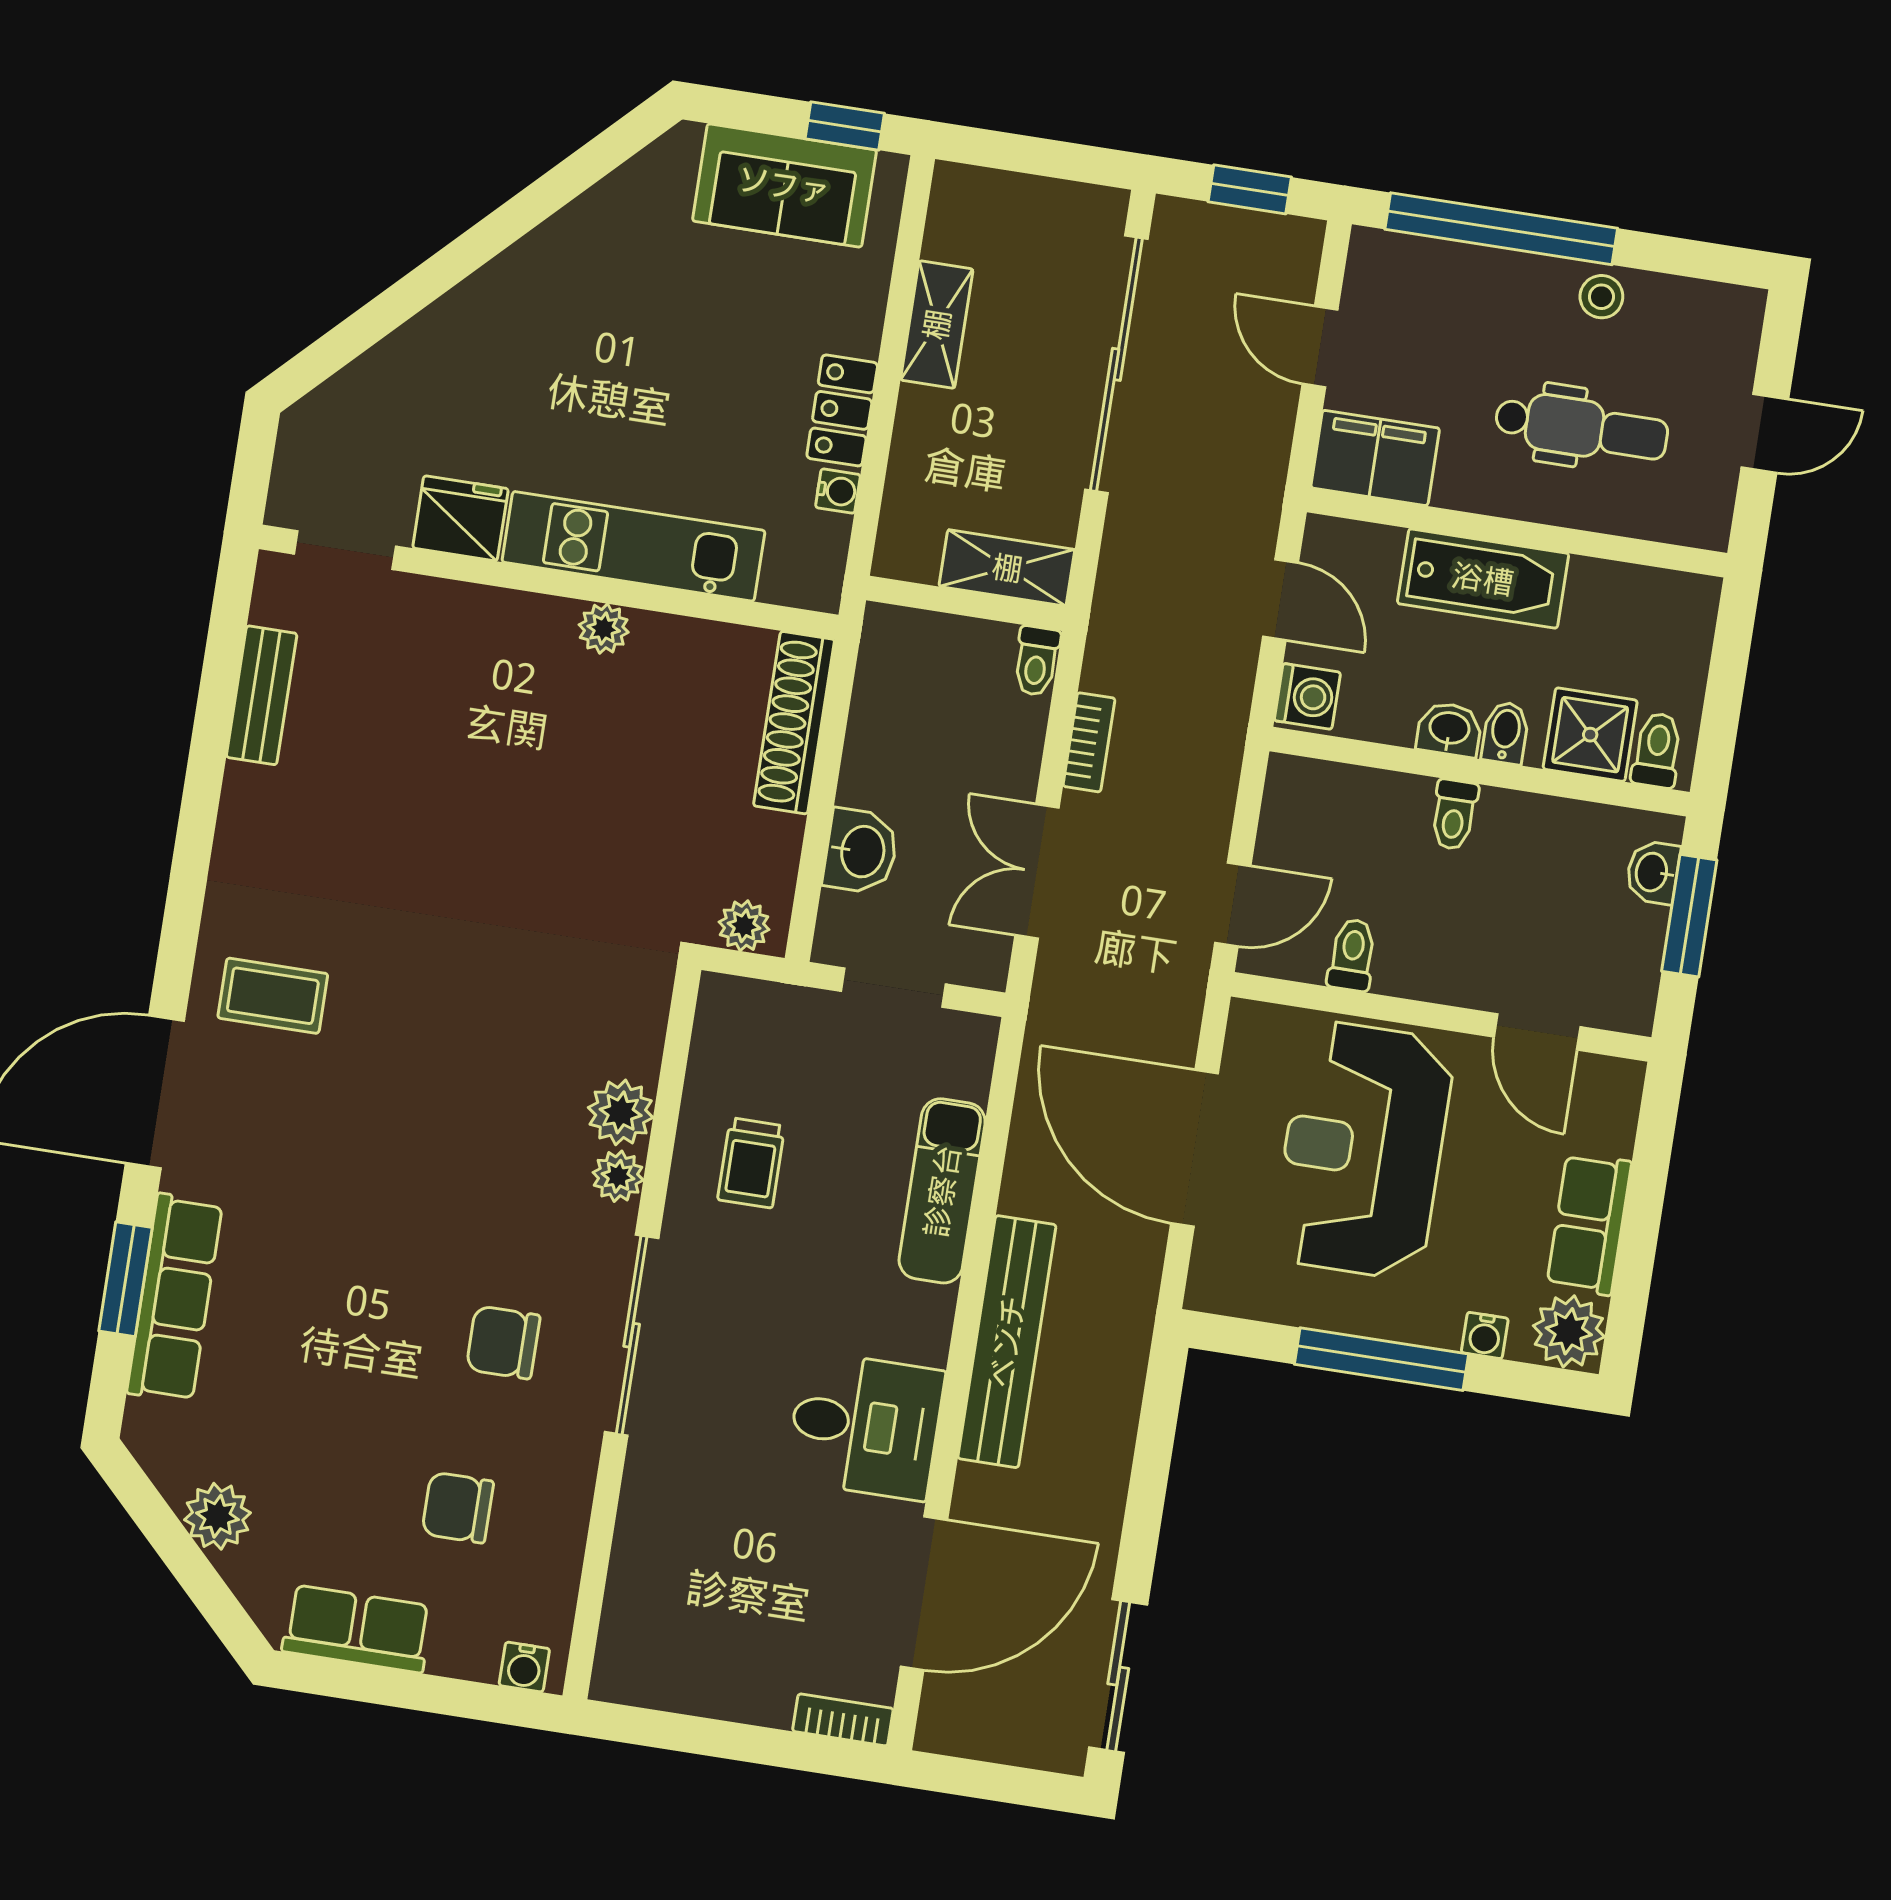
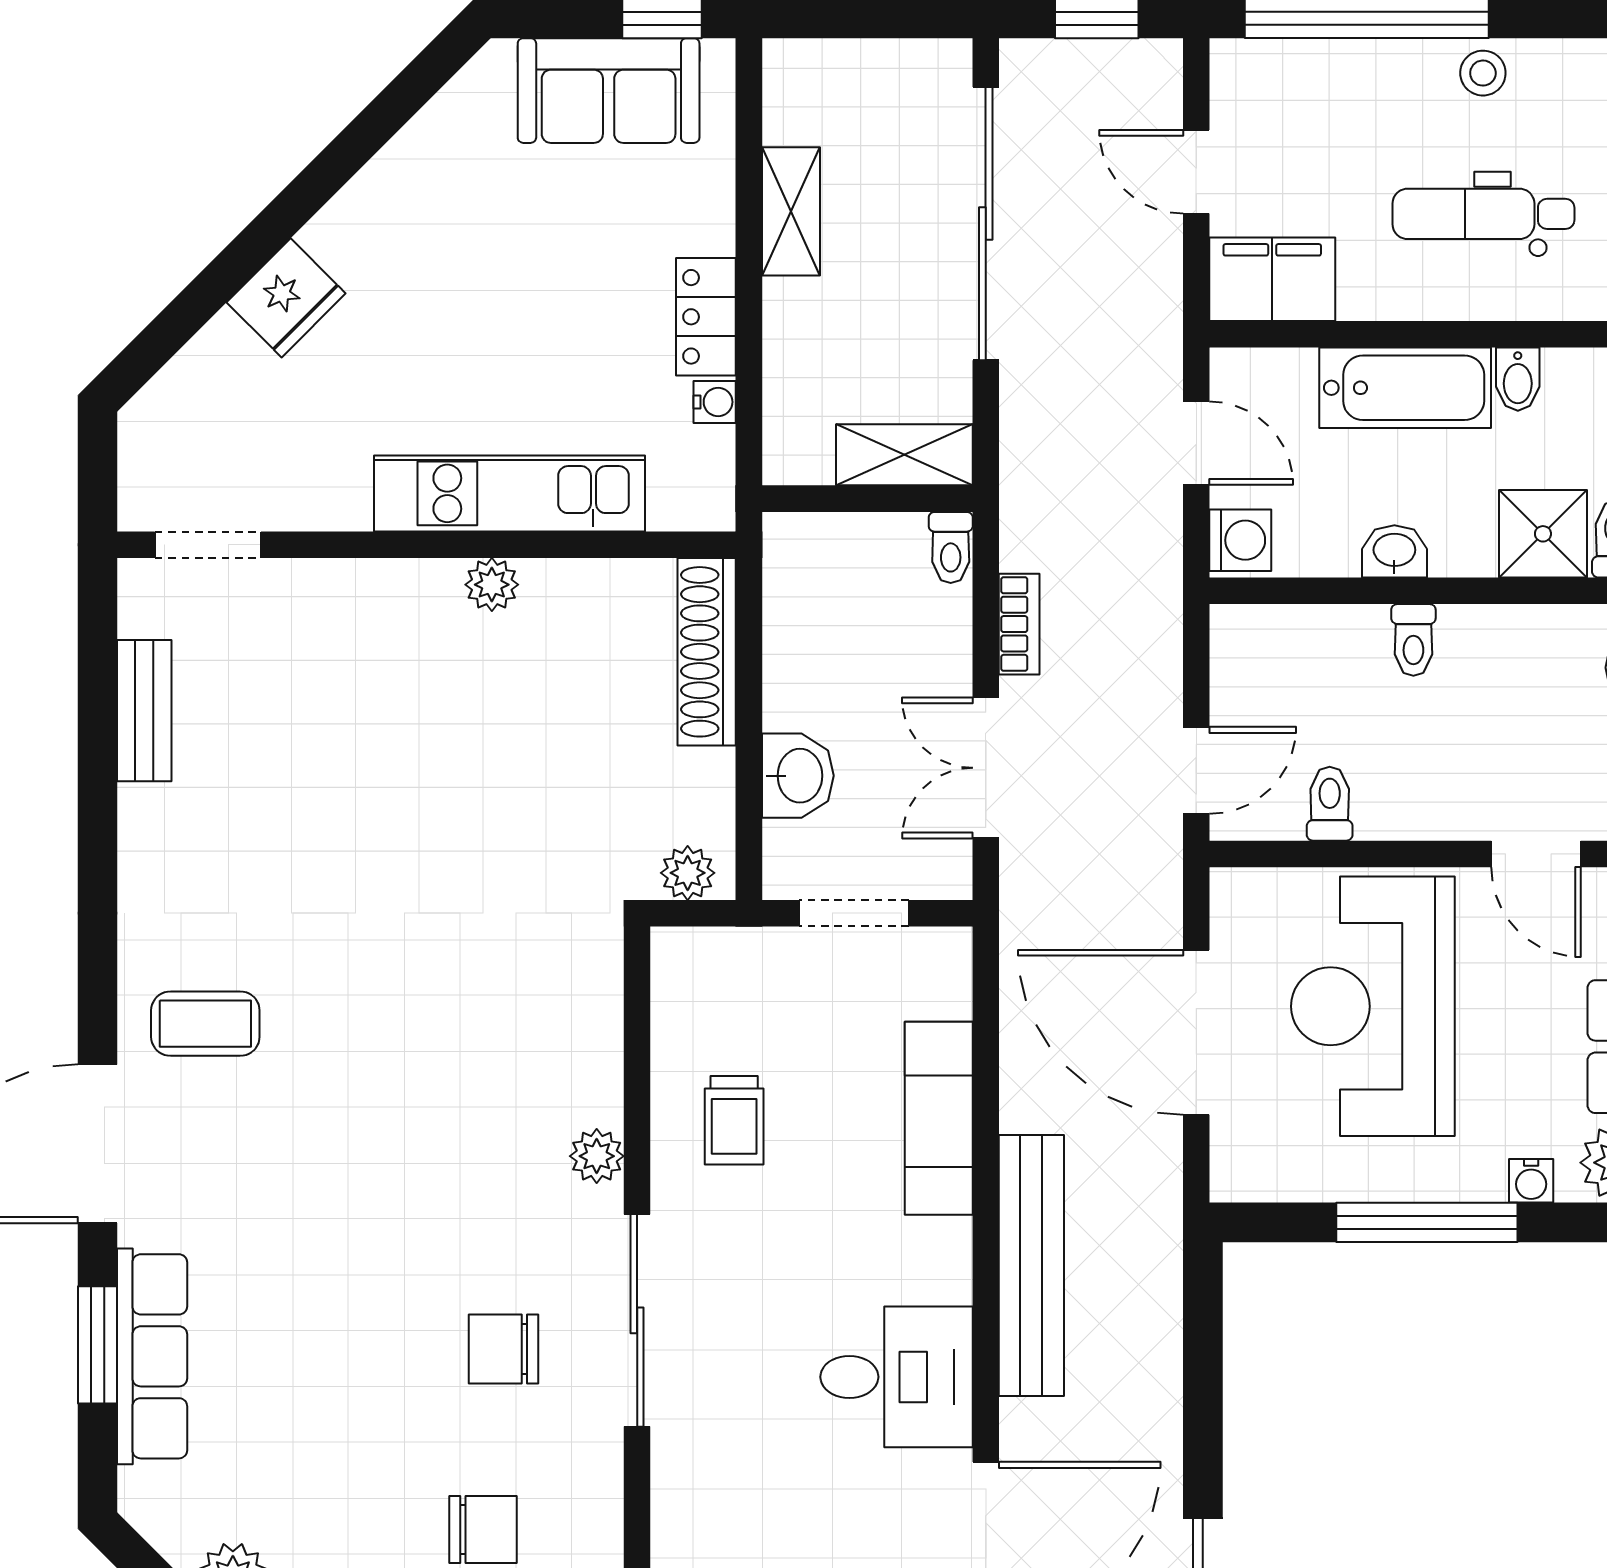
dental chair: (1581, 428) -> (1483, 214), turned 180
fridge: (460, 518) -> (286, 298), moved, turned 135
bidet: (1505, 733) -> (1518, 379), moved, turned 180
plant: (621, 1112) -> (589, 1089), removed
chair: (458, 1508) -> (483, 1530), turned 180

